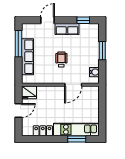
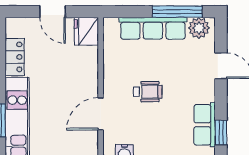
row of seats: (67, 29) -> (205, 125), moved
plant: (27, 32) -> (199, 28), added
door: (73, 85) -> (101, 114), hinge flipped

